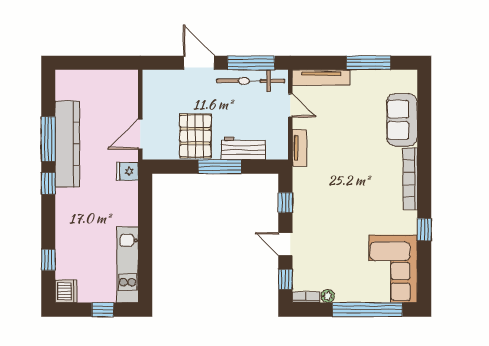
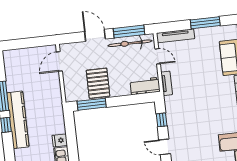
door: (140, 134) -> (59, 61), moved
kitchen counter: (67, 144) -> (18, 120), moved
workbench: (243, 148) -> (145, 86), moved
window: (220, 167) -> (92, 104), moved
fridge: (127, 171) -> (60, 140), moved

